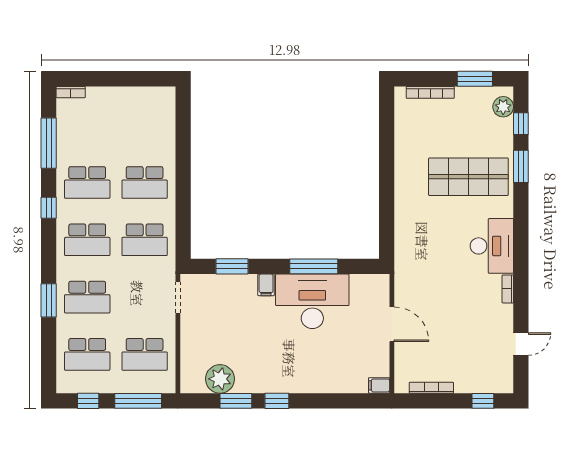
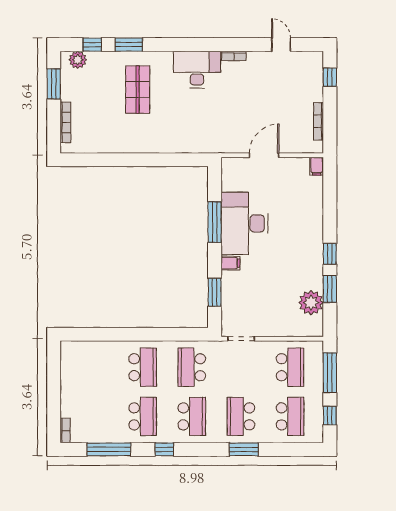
shop shelf: (468, 177) -> (138, 90), width x0.70, depth x0.74
school desk: (145, 240) -> (192, 367), turned 180
school desk: (87, 297) -> (241, 416), turned 180

